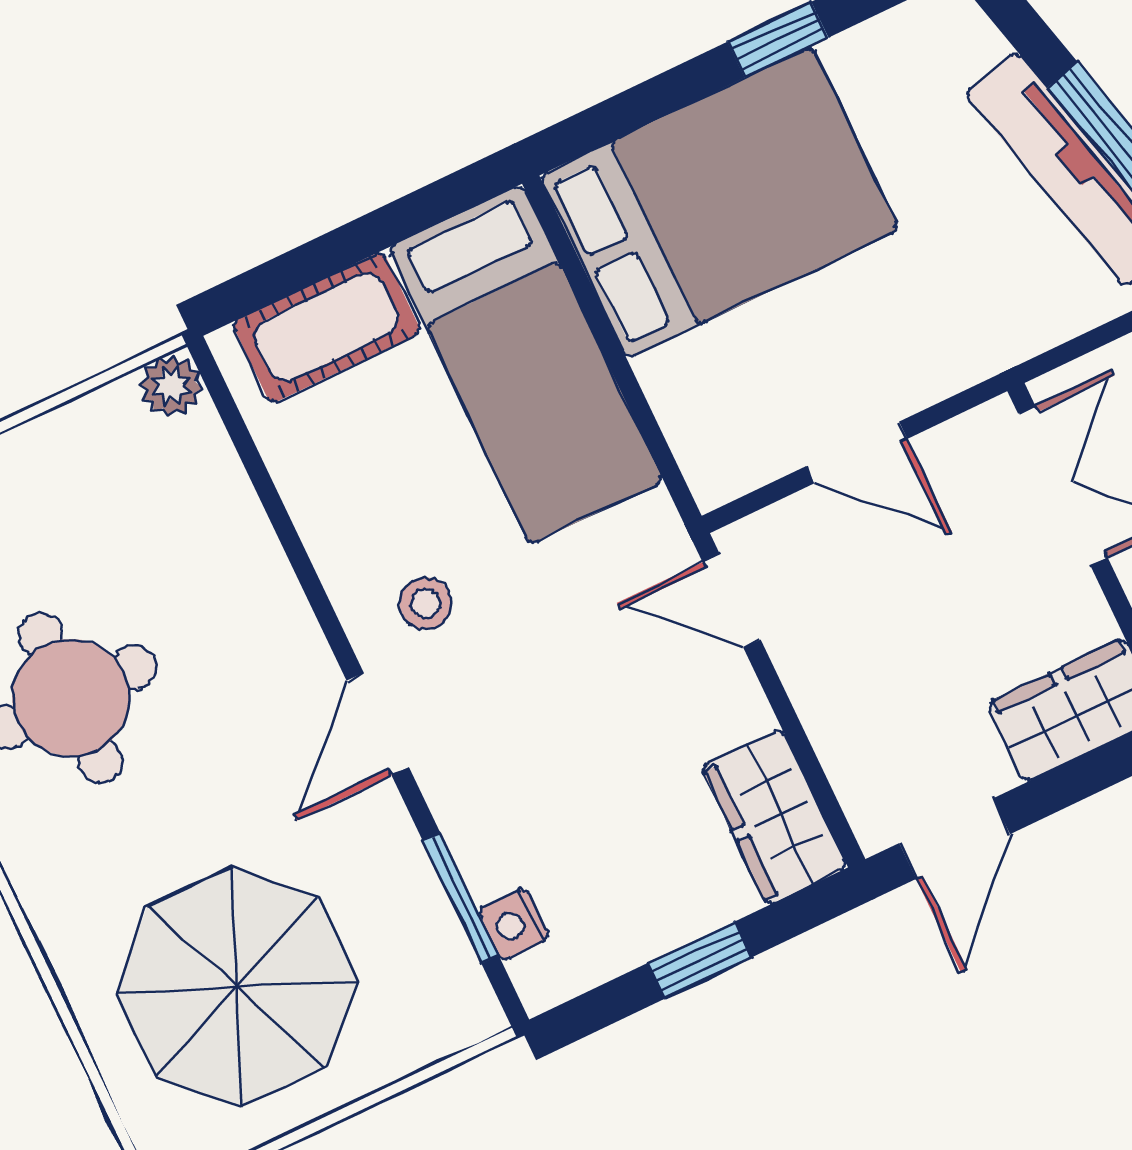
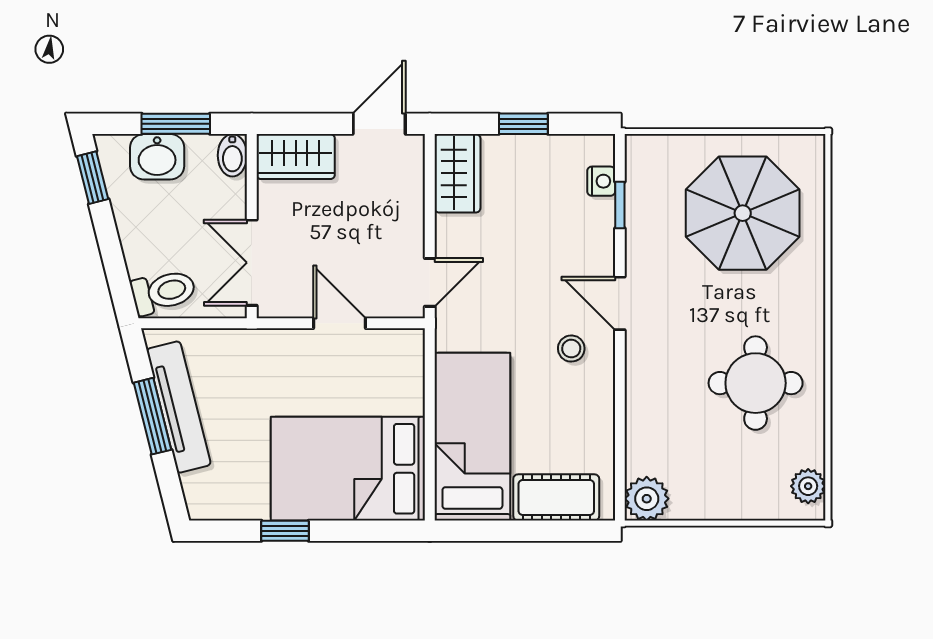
plant: (171, 386) -> (647, 499), width x1.38, depth x1.38
door: (732, 601) -> (430, 282), hinge flipped
door: (378, 724) -> (620, 303), swing flipped
window: (461, 898) -> (620, 205), width x0.67

